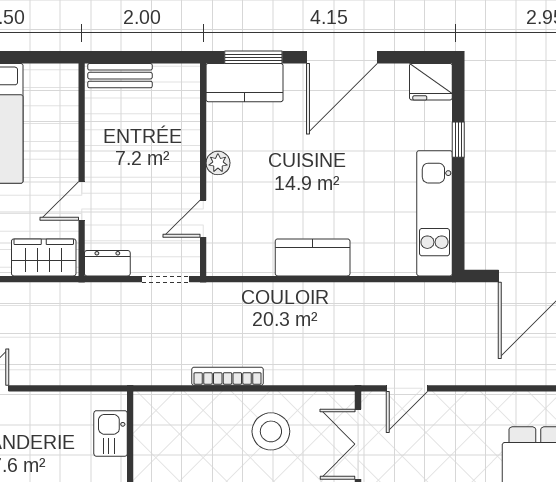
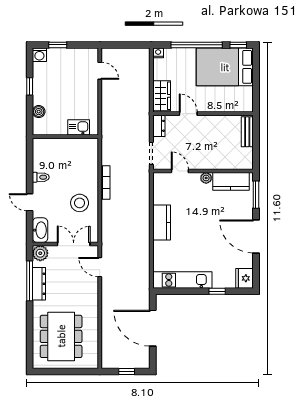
kitchen counter: (245, 83) -> (231, 181), moved, turned -90

